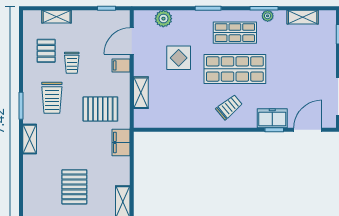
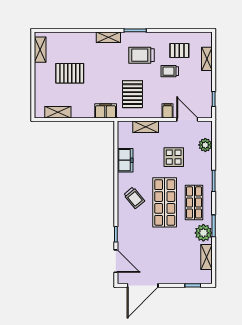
plant: (268, 16) -> (203, 233), width x1.88, depth x1.88
freezer: (272, 118) -> (125, 160), moved

